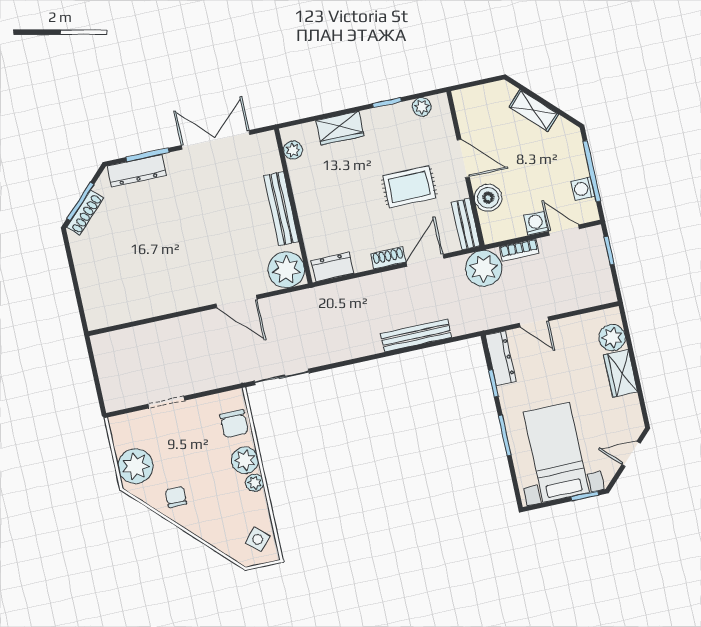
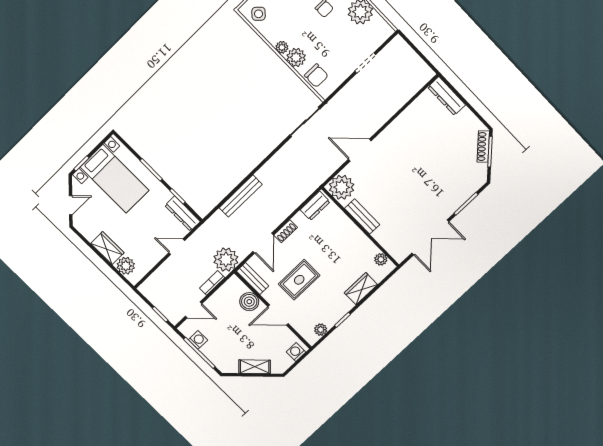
dresser: (137, 171) -> (447, 96), moved, turned -90
bench: (281, 209) -> (362, 216), width x0.73
washing machine: (536, 223) -> (296, 352), moved, turned 180
chair: (234, 424) -> (316, 76), turned 180

